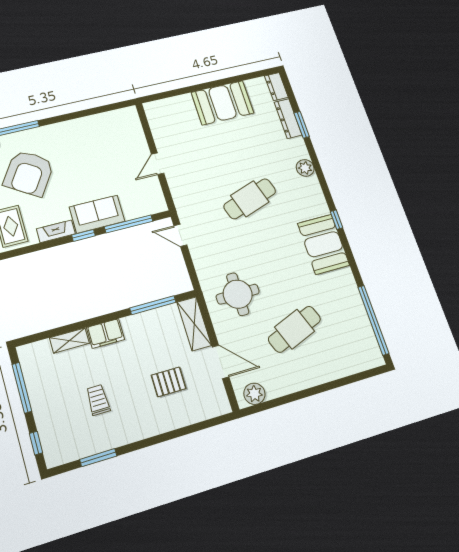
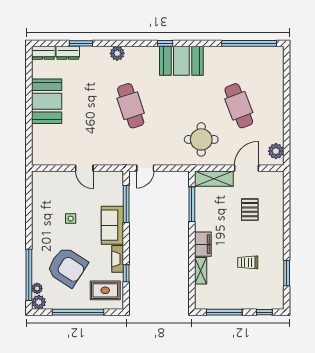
dresser: (288, 119) -> (68, 53), width x0.70
side table: (91, 163) -> (71, 219), added
window: (83, 235) -> (126, 273), moved

